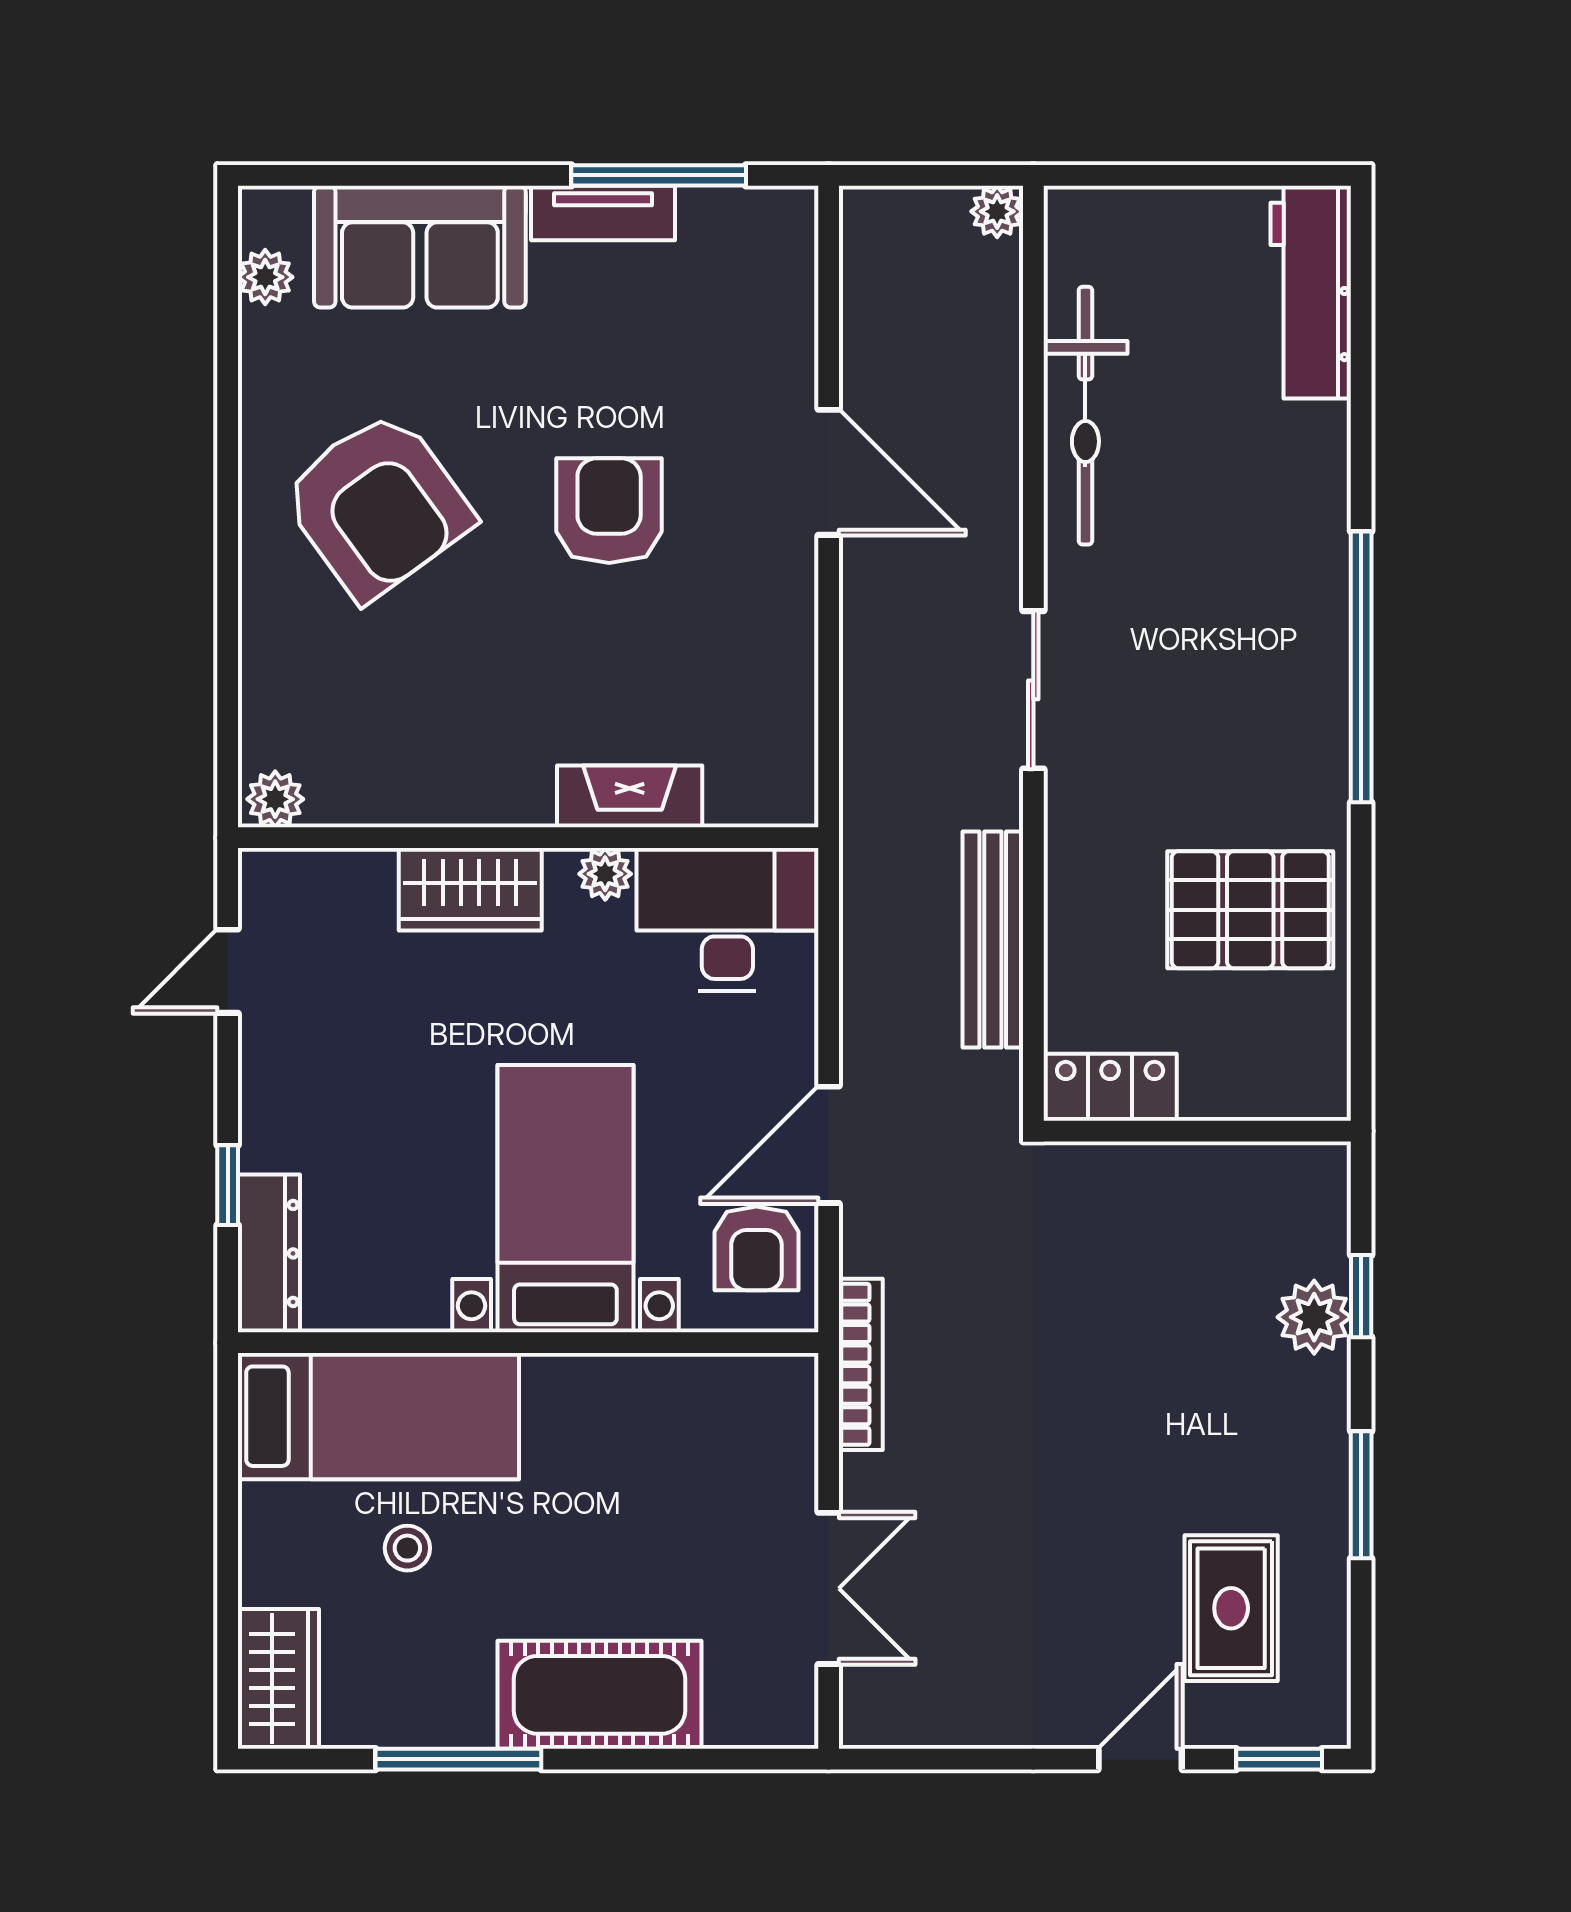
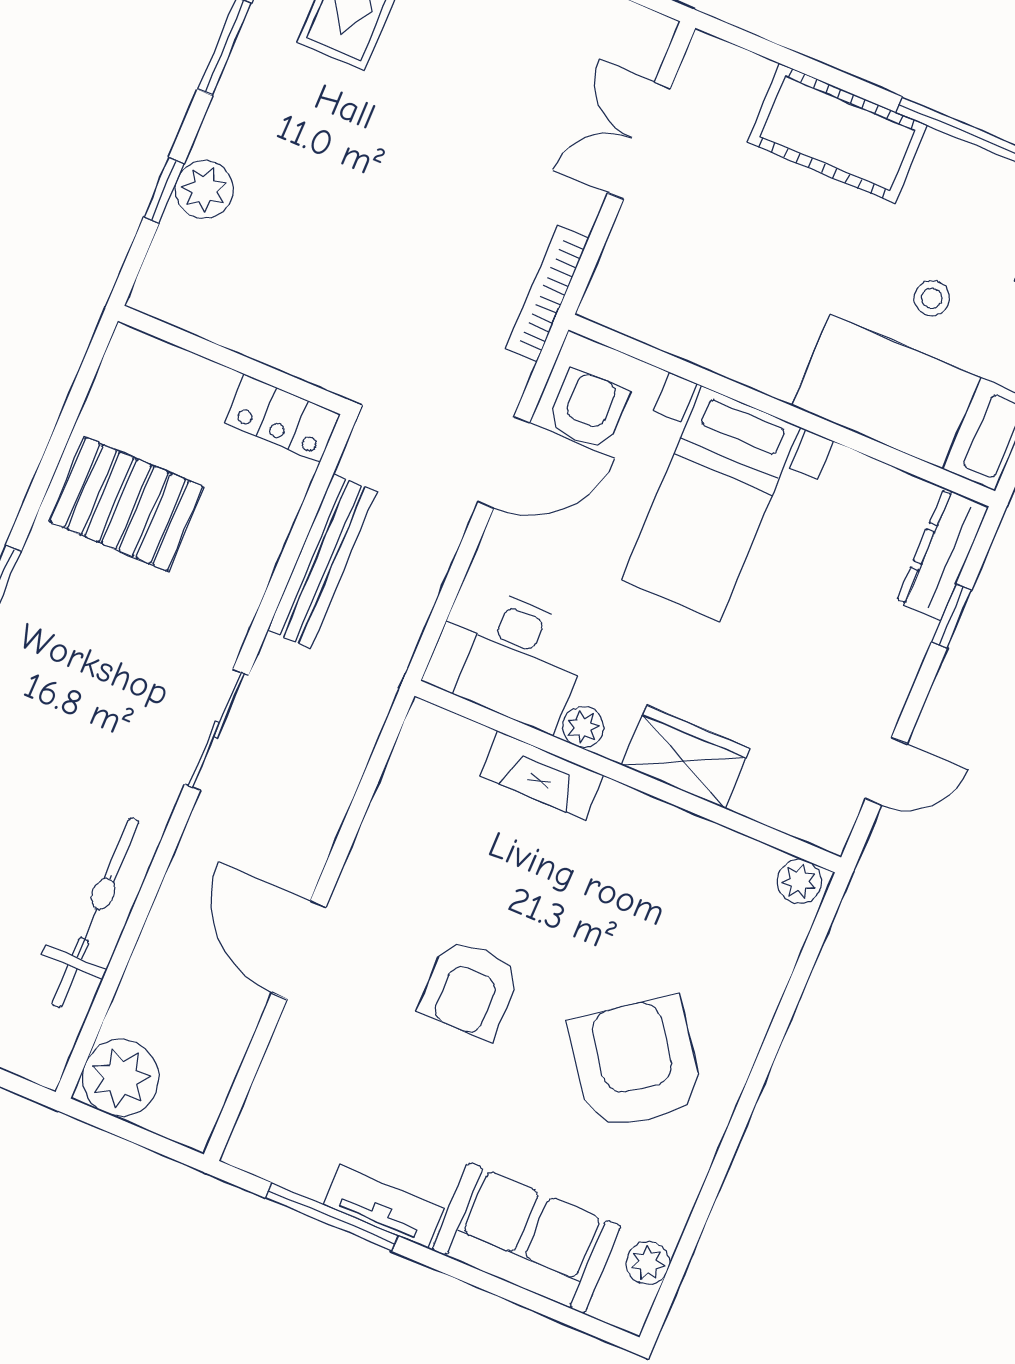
plant: (997, 211) -> (121, 1078), width x1.87, depth x1.87

